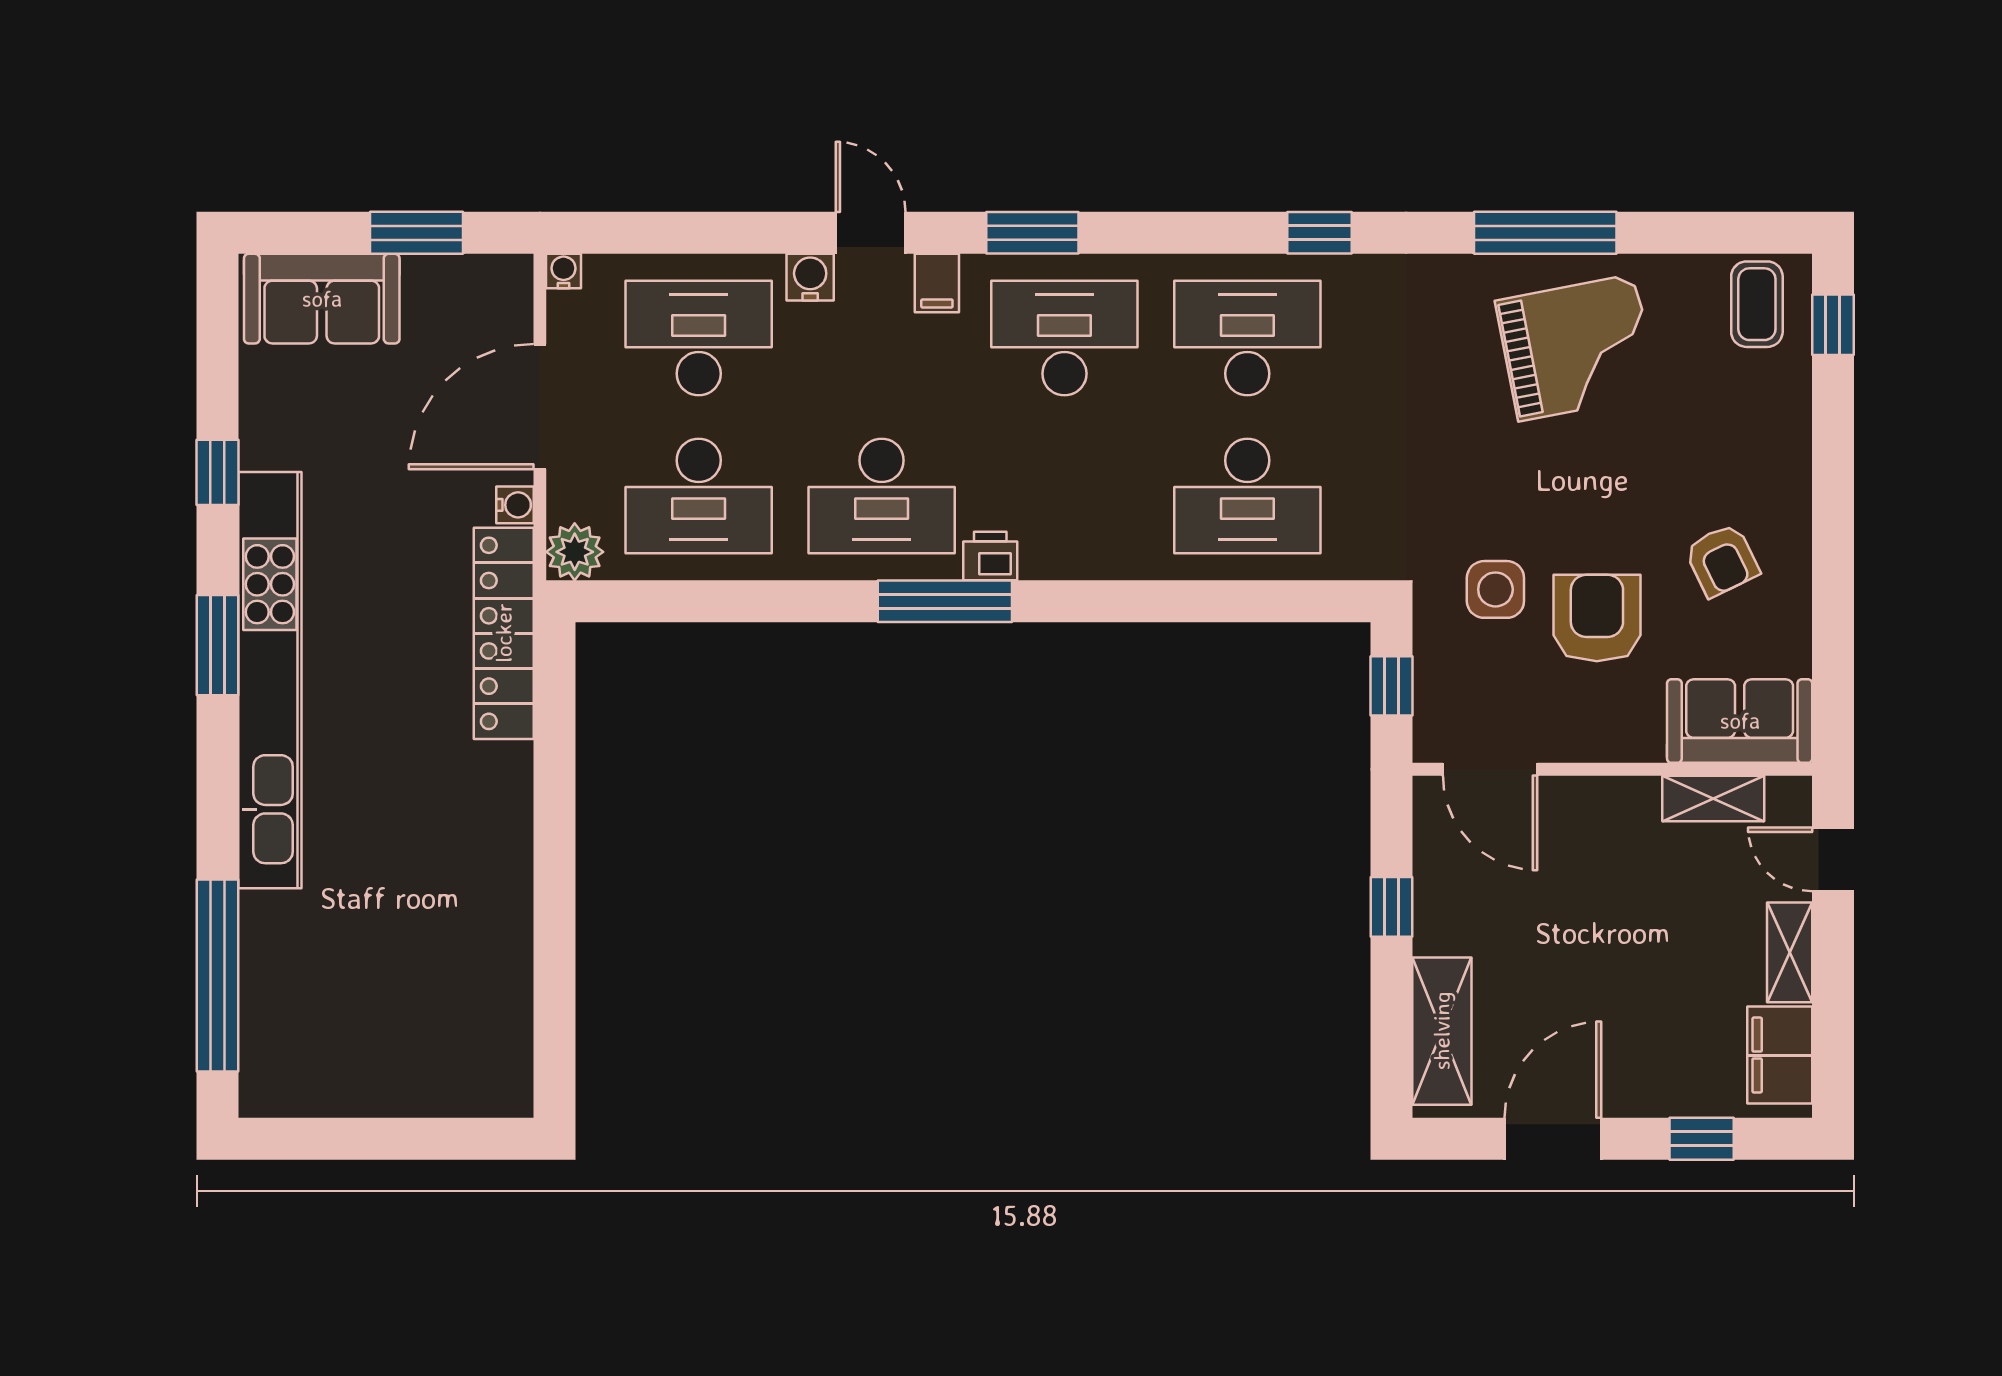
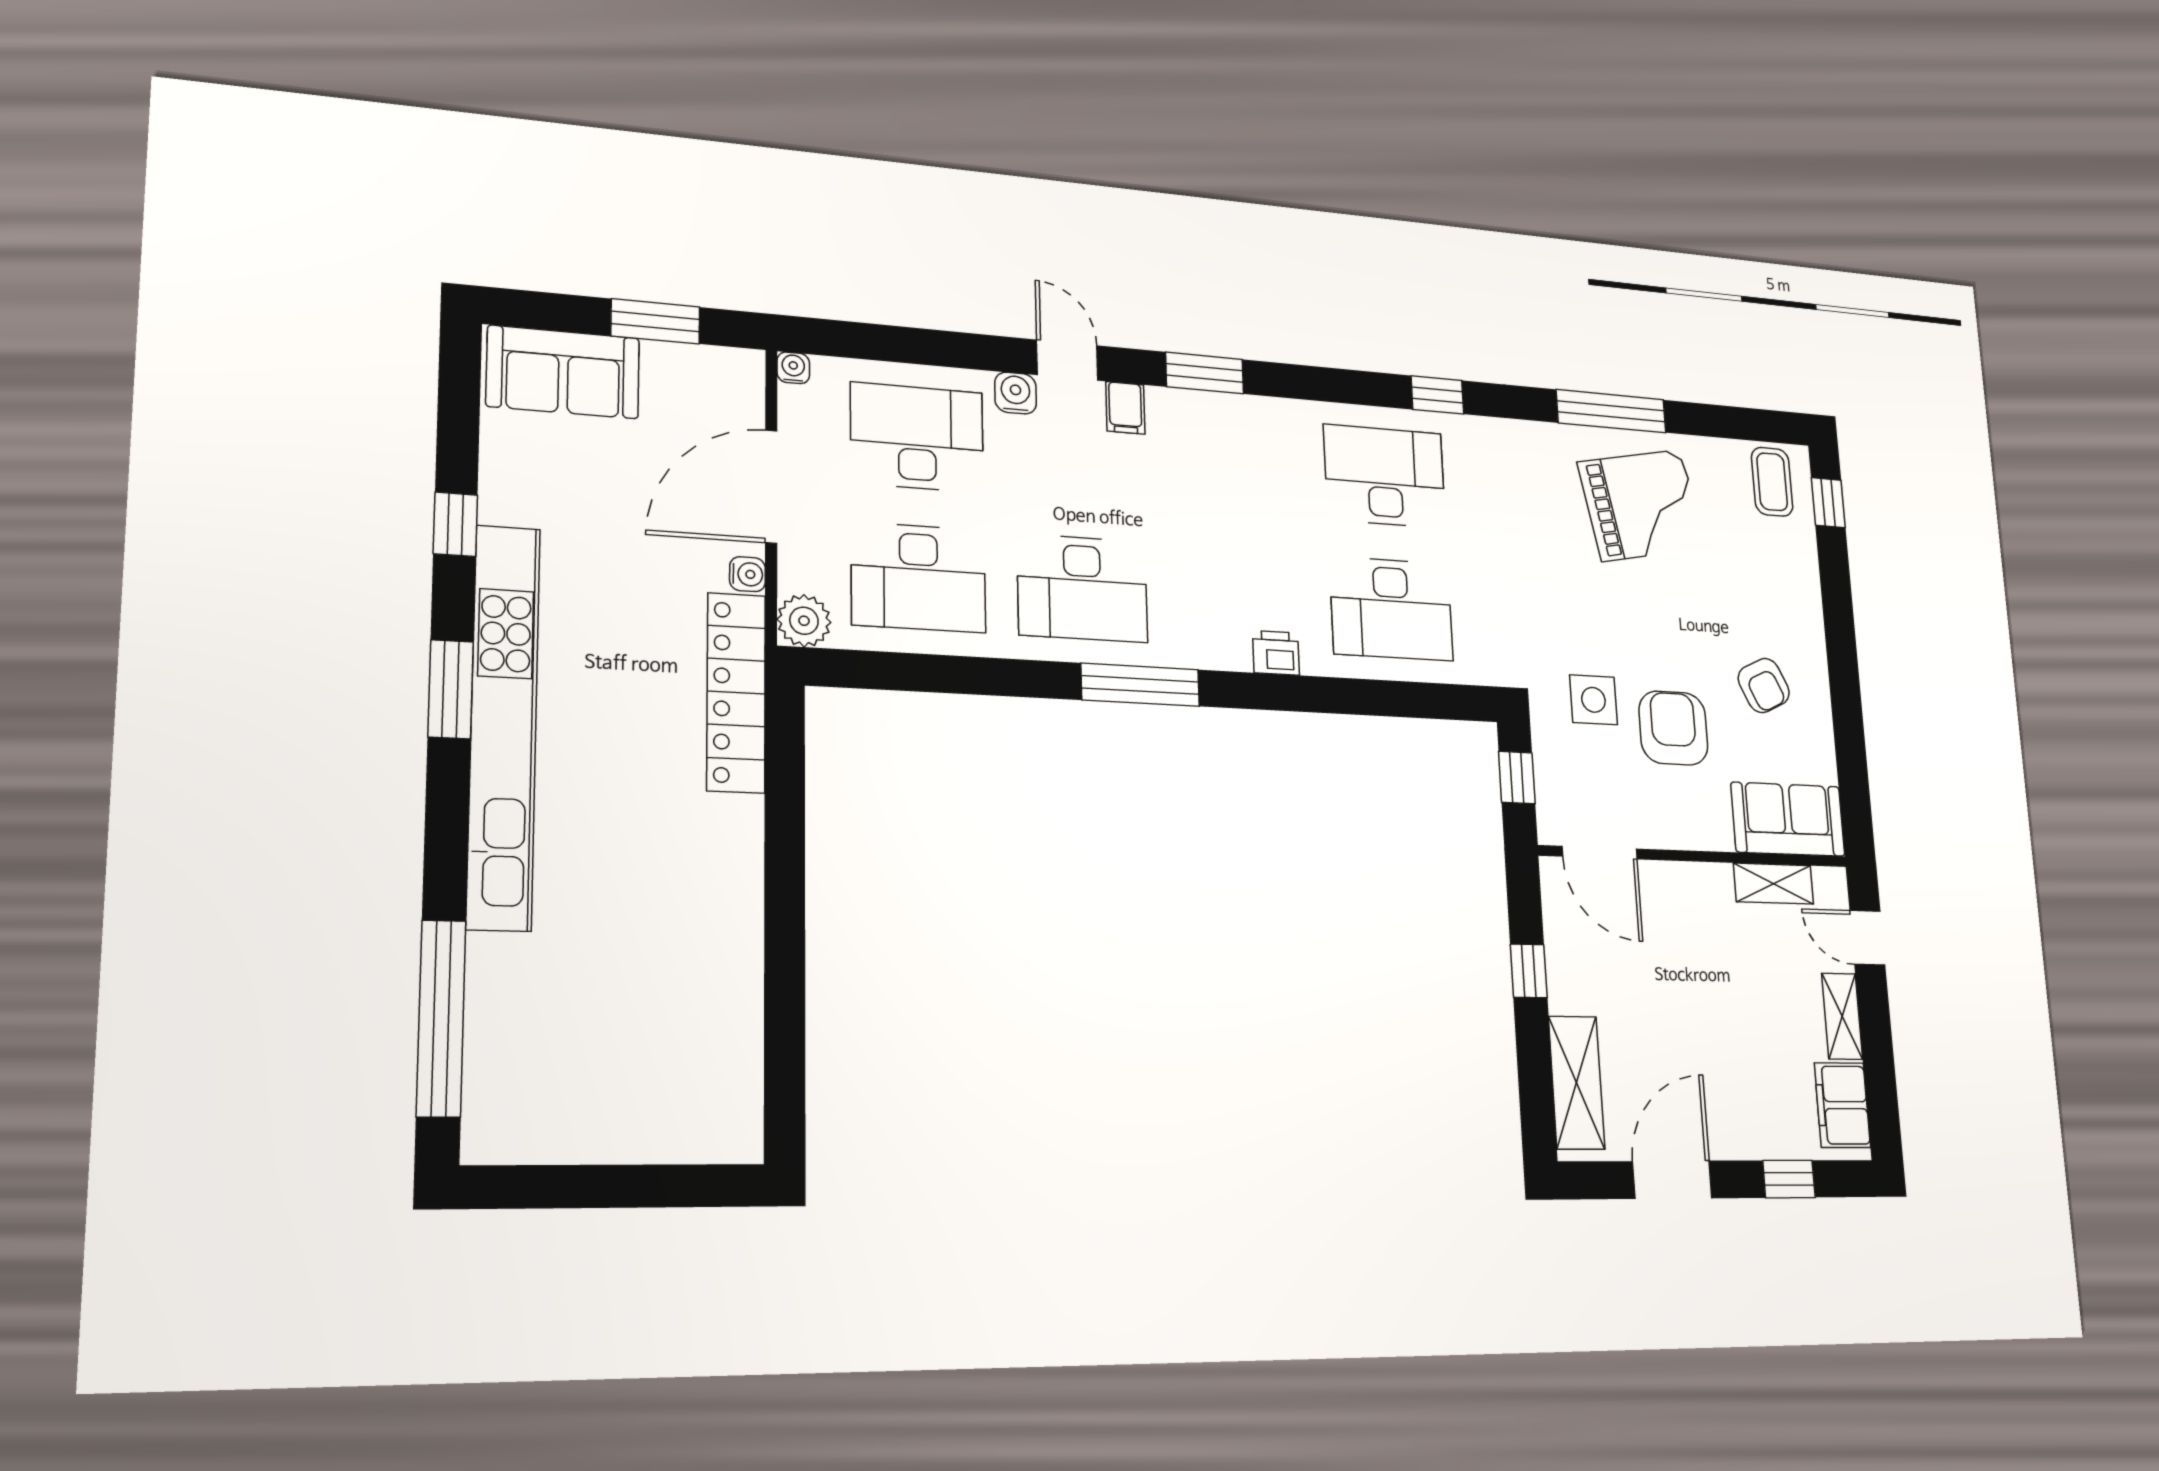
desk: (1064, 338) -> (1235, 464), removed
printer: (990, 556) -> (1276, 653), moved

